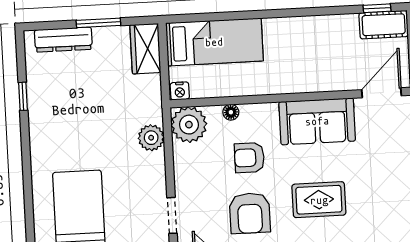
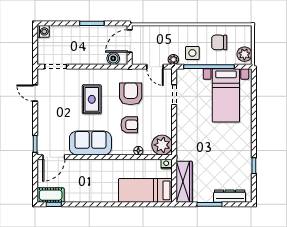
wardrobe: (145, 49) -> (184, 182), width x1.50
plant: (151, 138) -> (184, 139), removed
rug: (319, 200) -> (92, 99), turned 90

